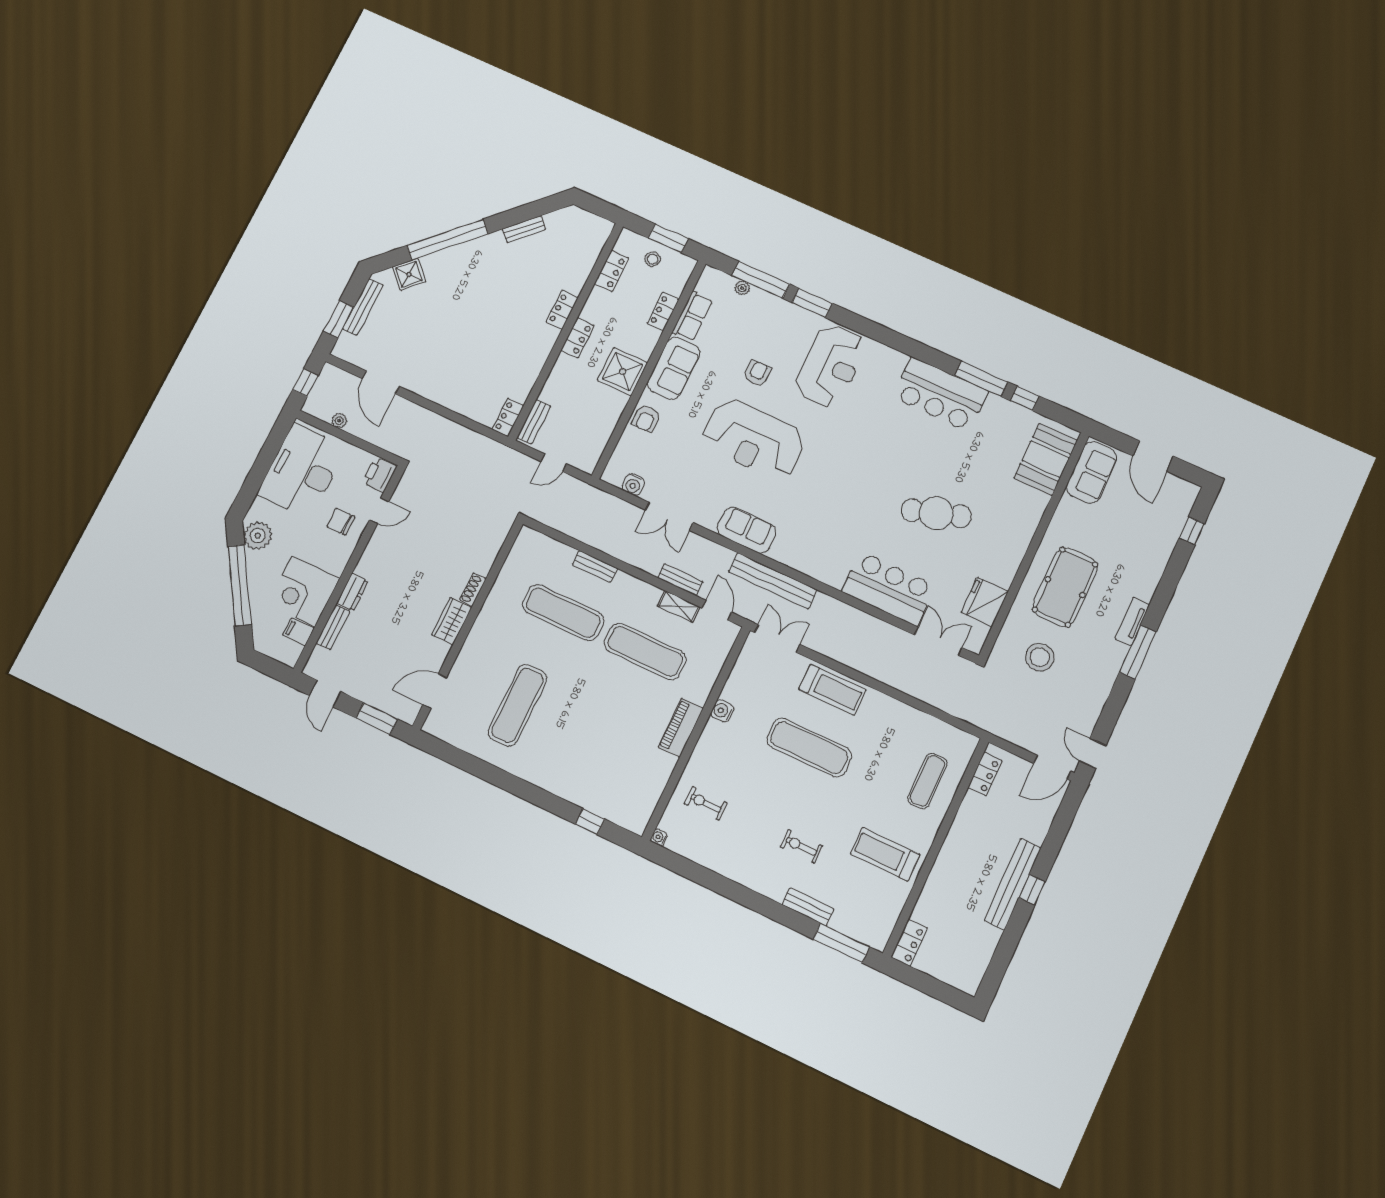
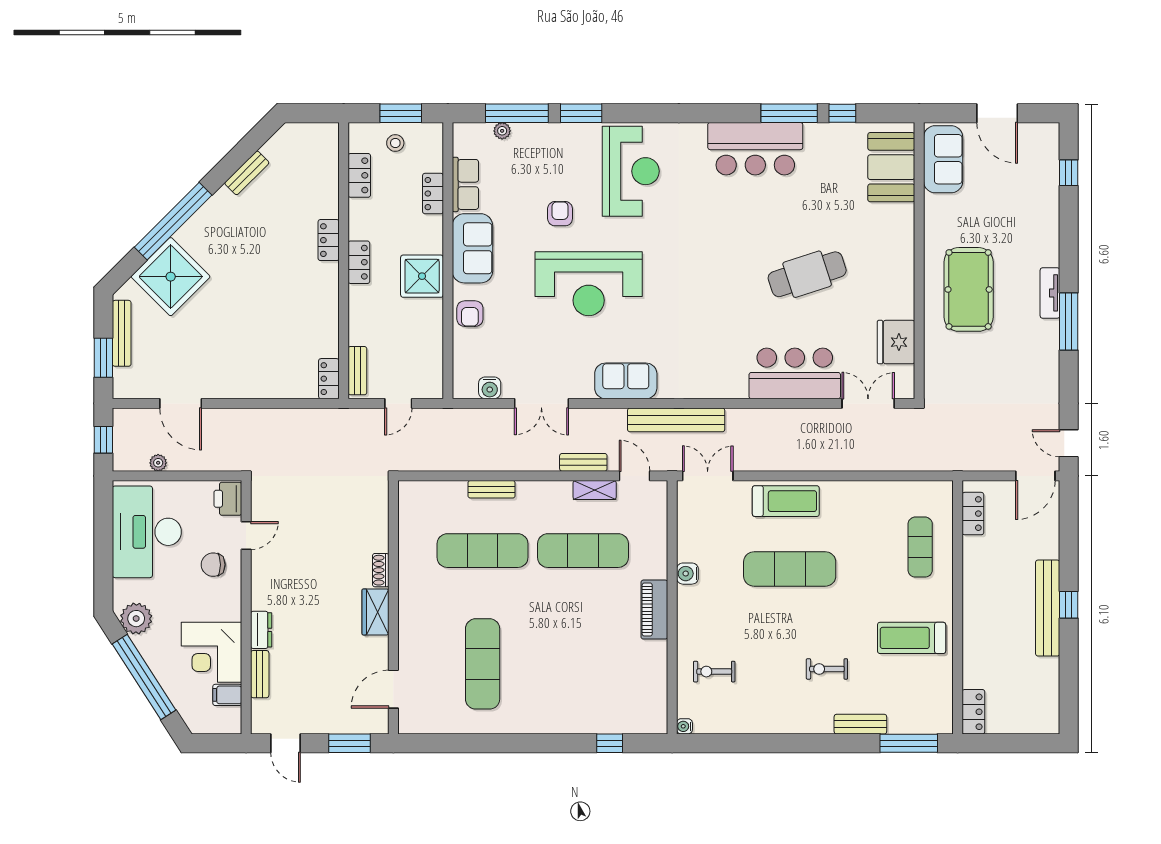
shower: (409, 274) -> (171, 277), width x1.86, depth x1.86
stool: (1040, 657) -> (975, 372), removed

